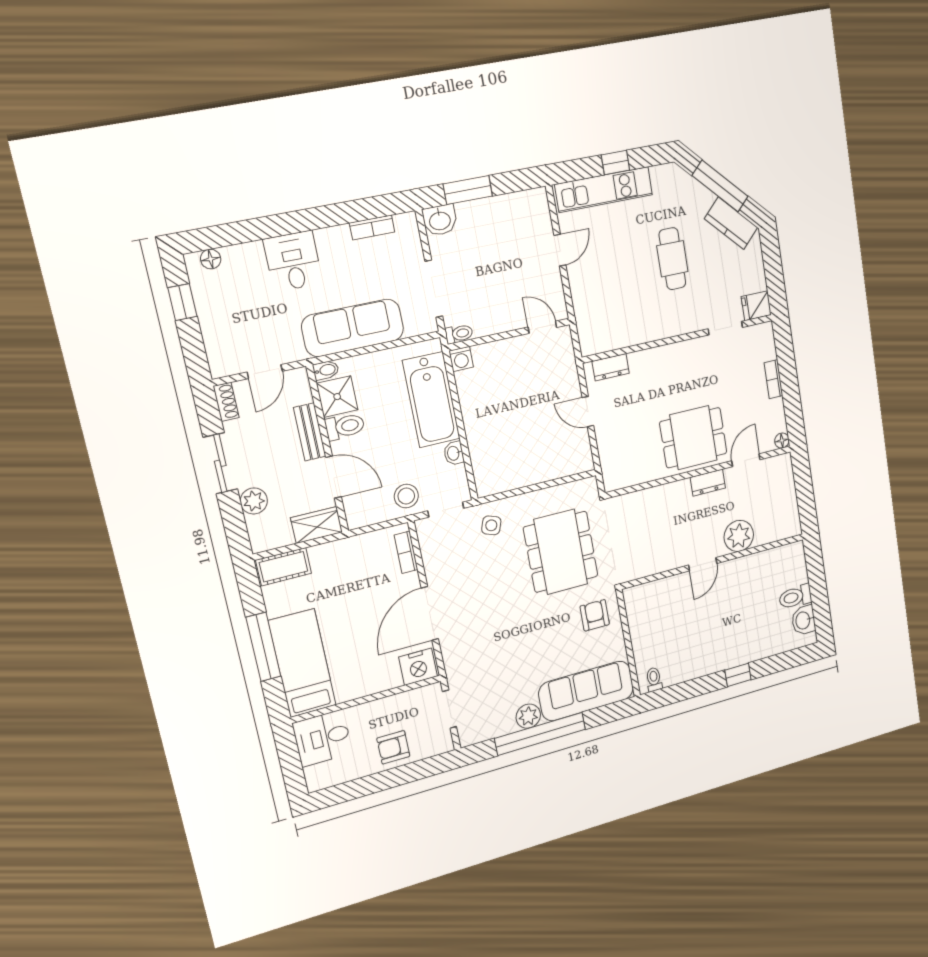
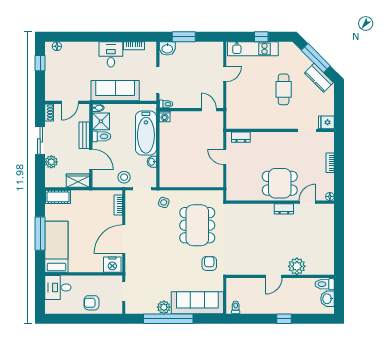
desk: (293, 261) -> (111, 54), moved
plant: (739, 536) -> (297, 266), moved
wall: (714, 561) -> (280, 276), moved
door: (703, 564) -> (274, 276), moved

